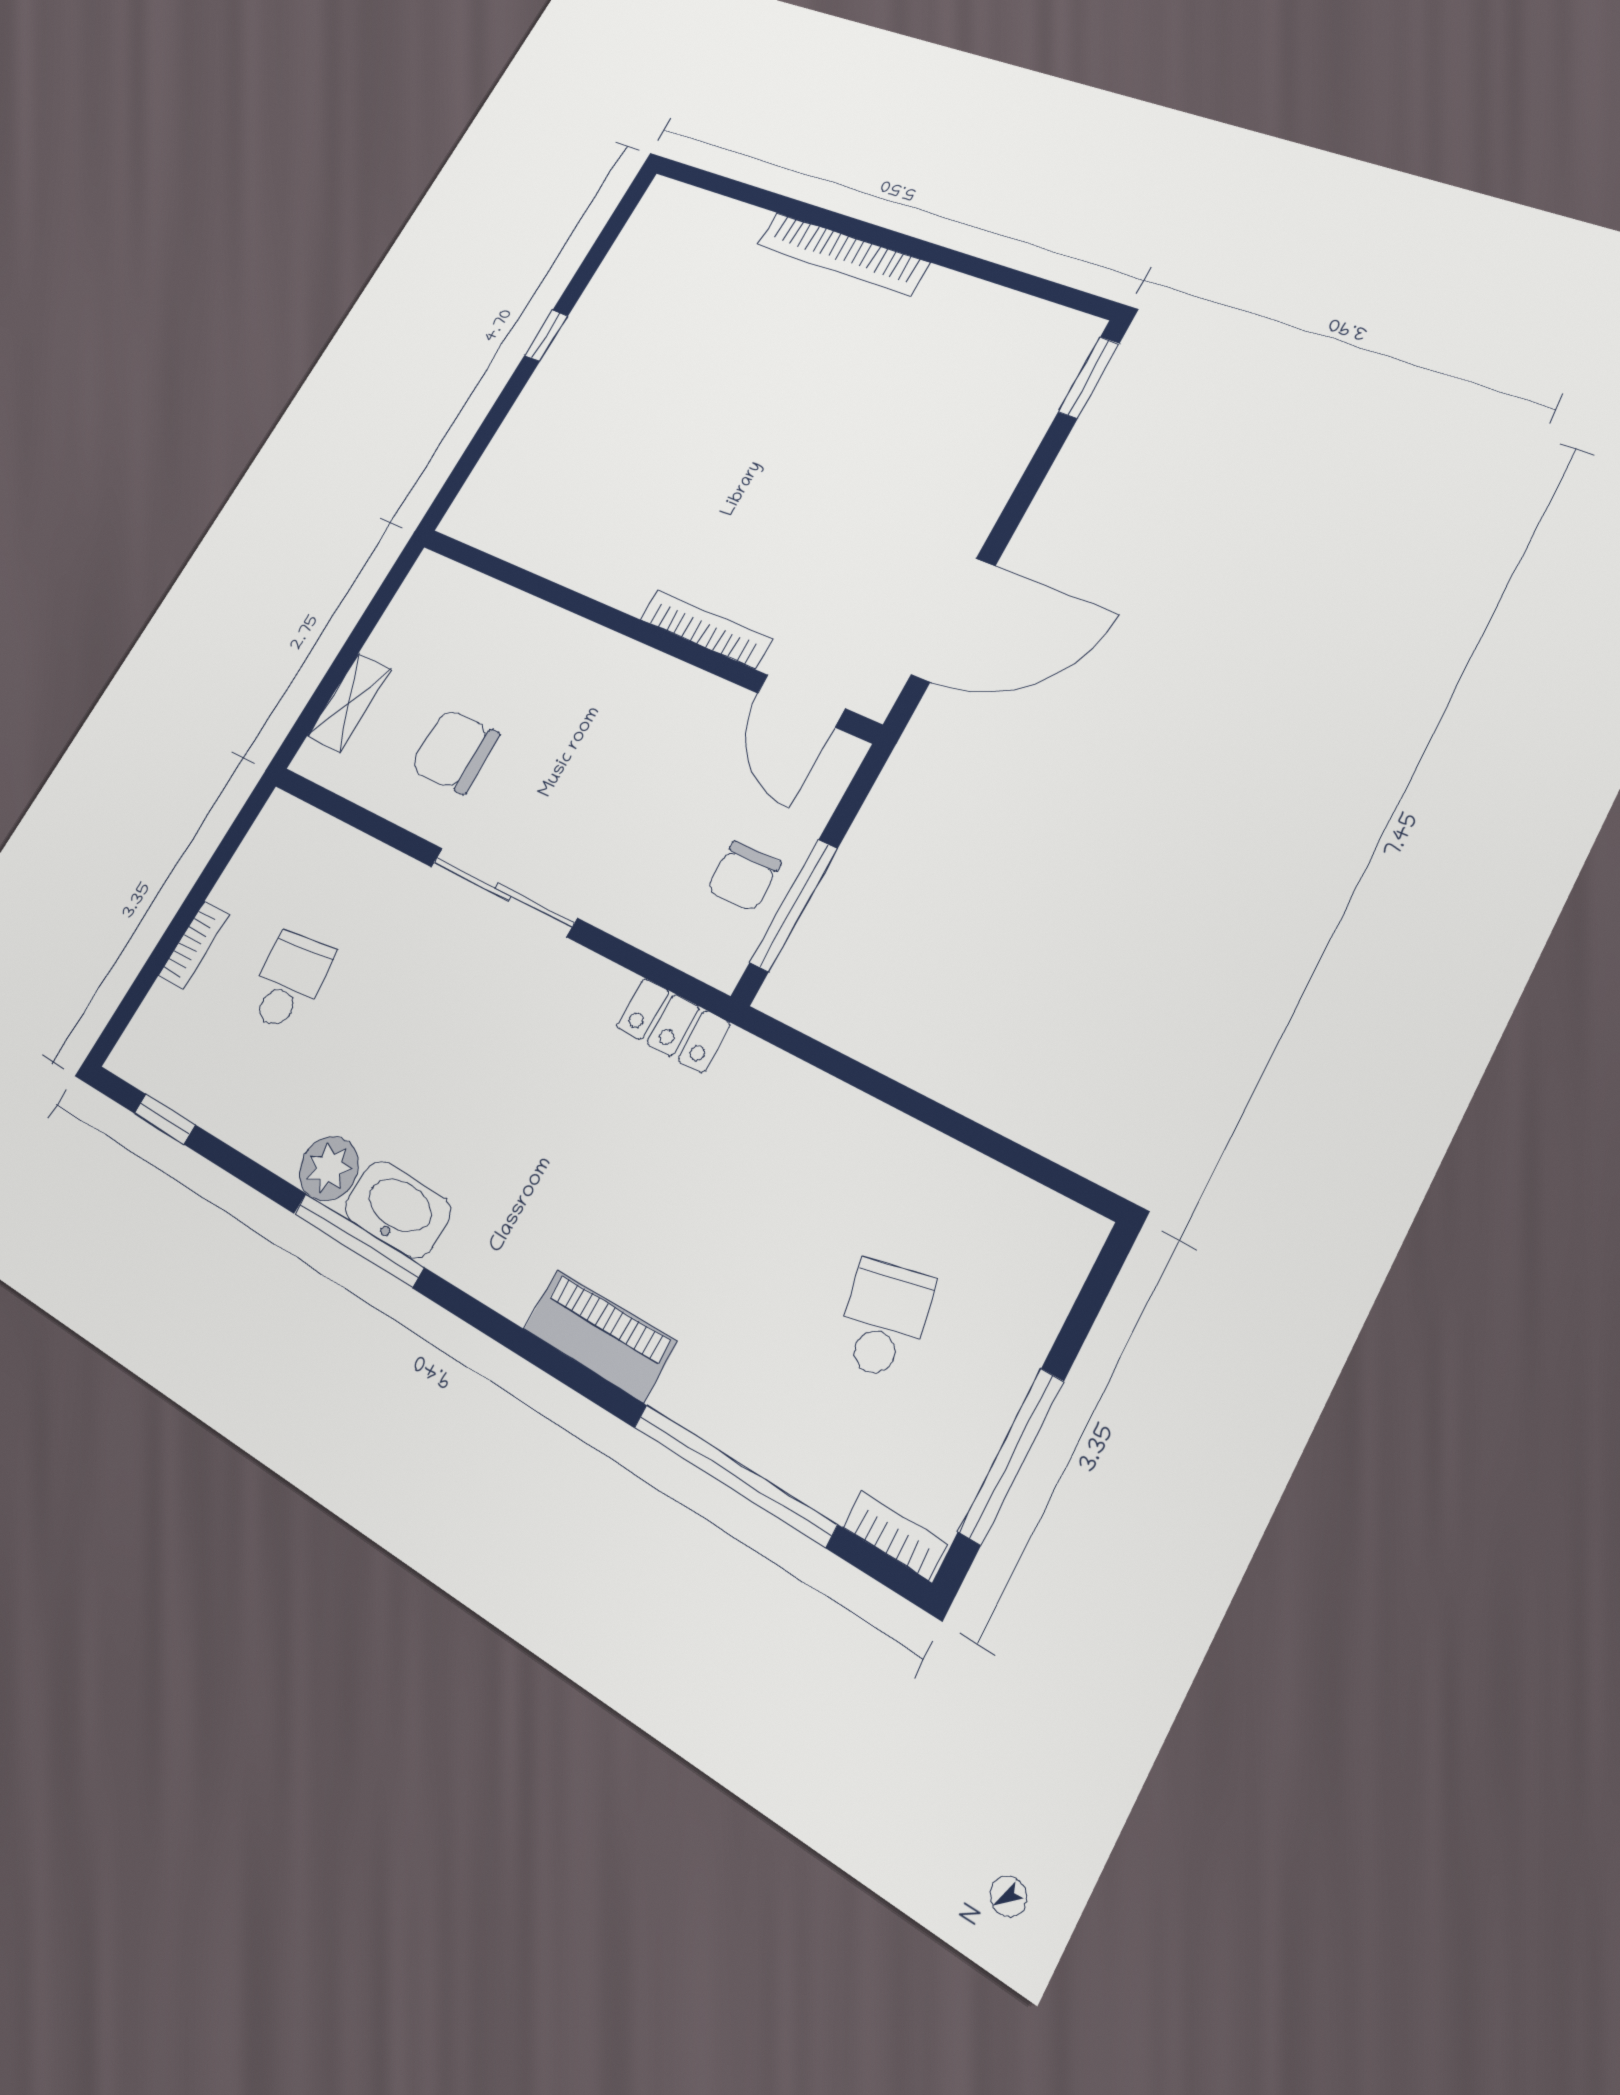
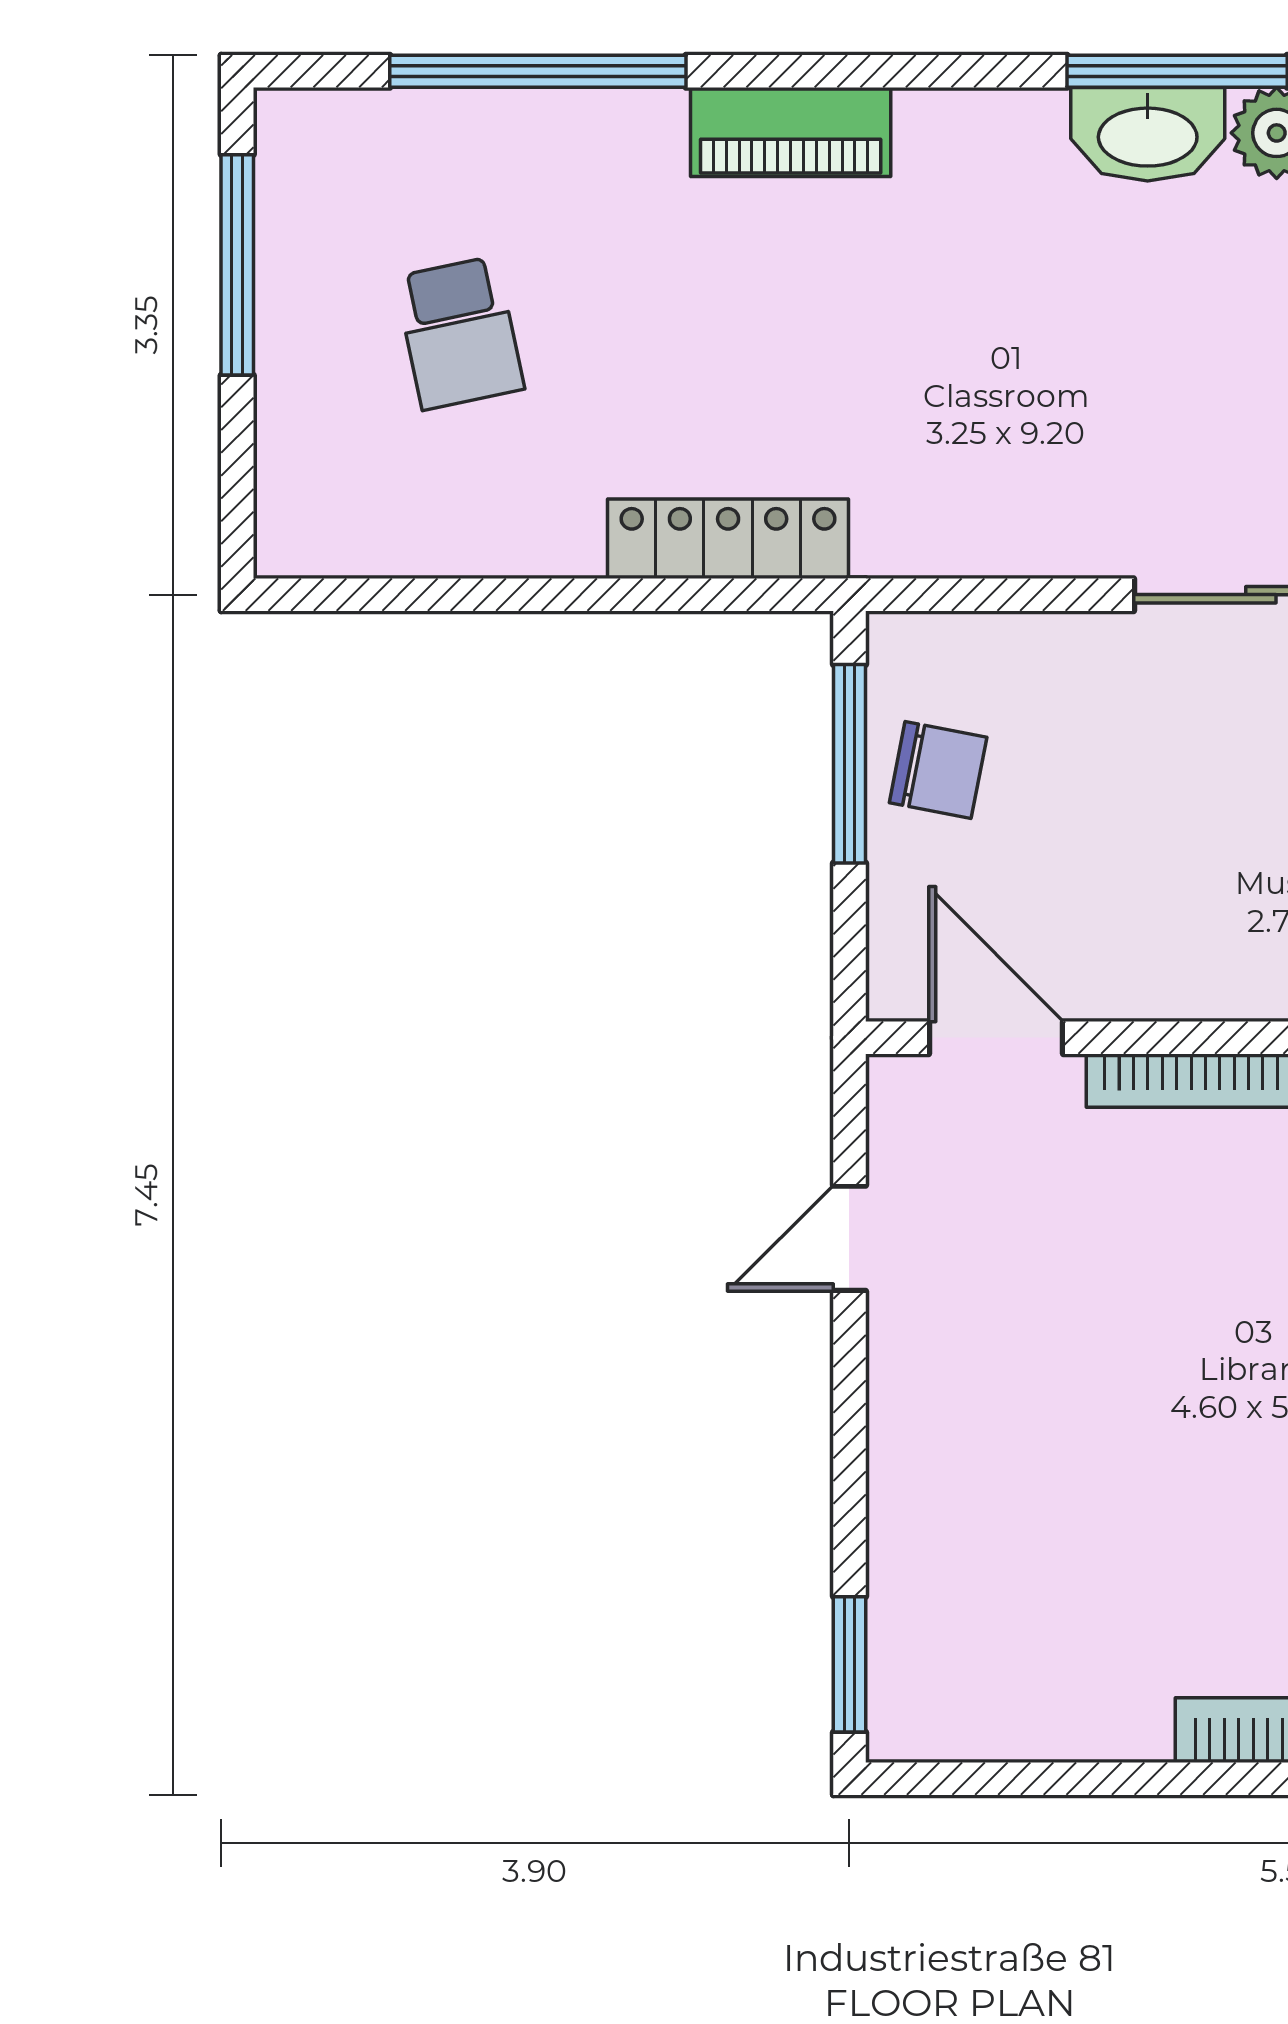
door: (953, 620) -> (849, 1238), width x0.53
chair: (744, 876) -> (938, 770), turned 101
locker: (673, 1025) -> (728, 539), moved, width x1.53
bookcase: (895, 1535) -> (320, 112), removed

